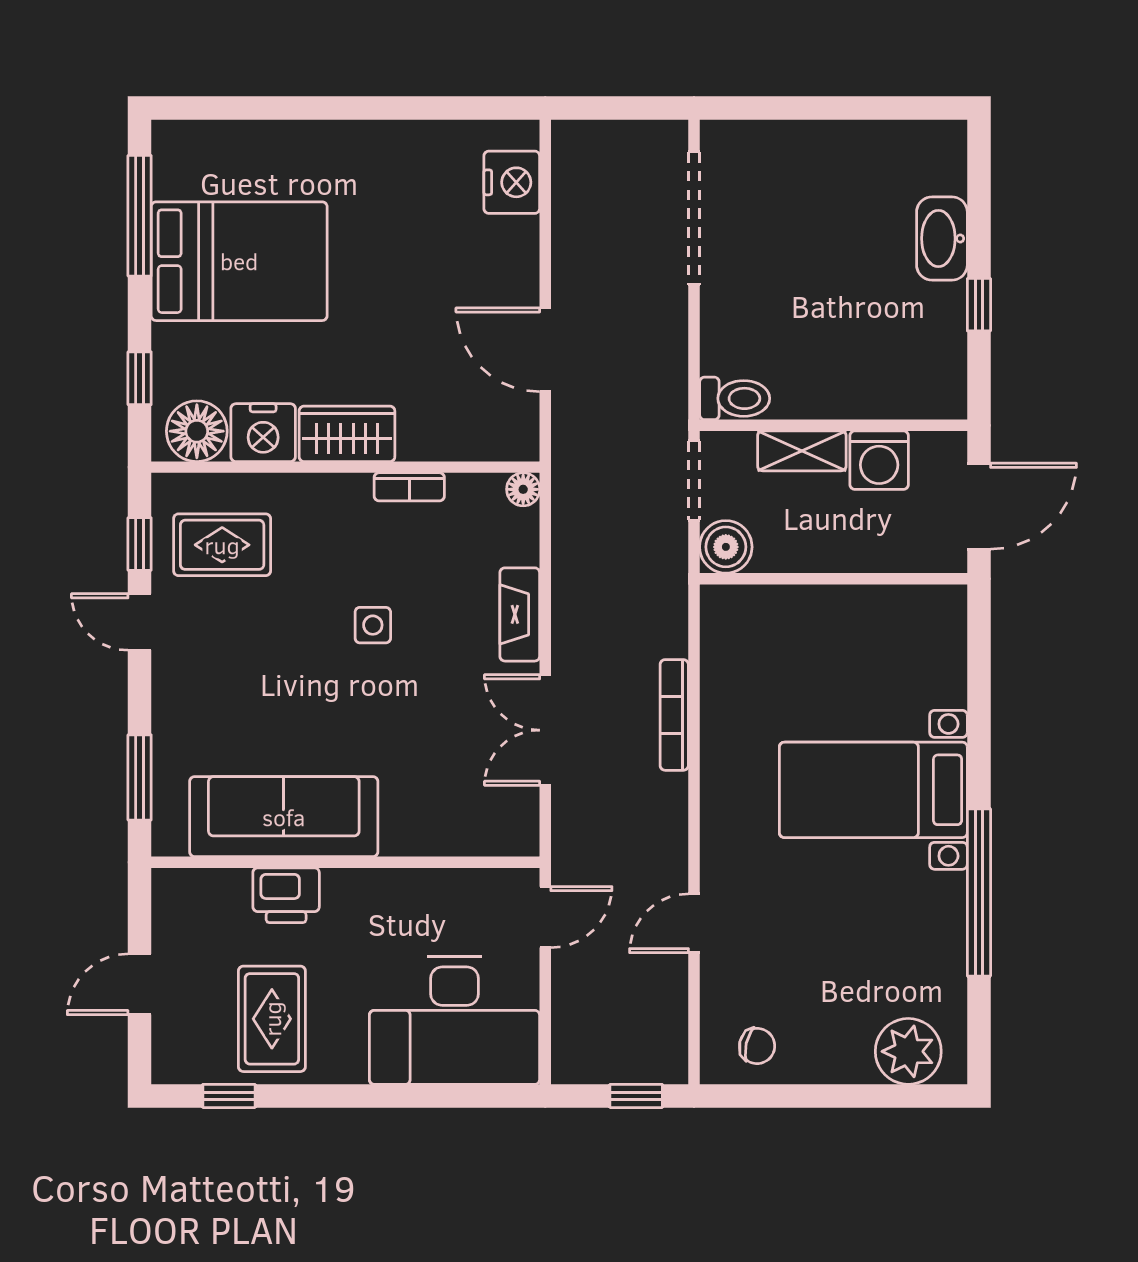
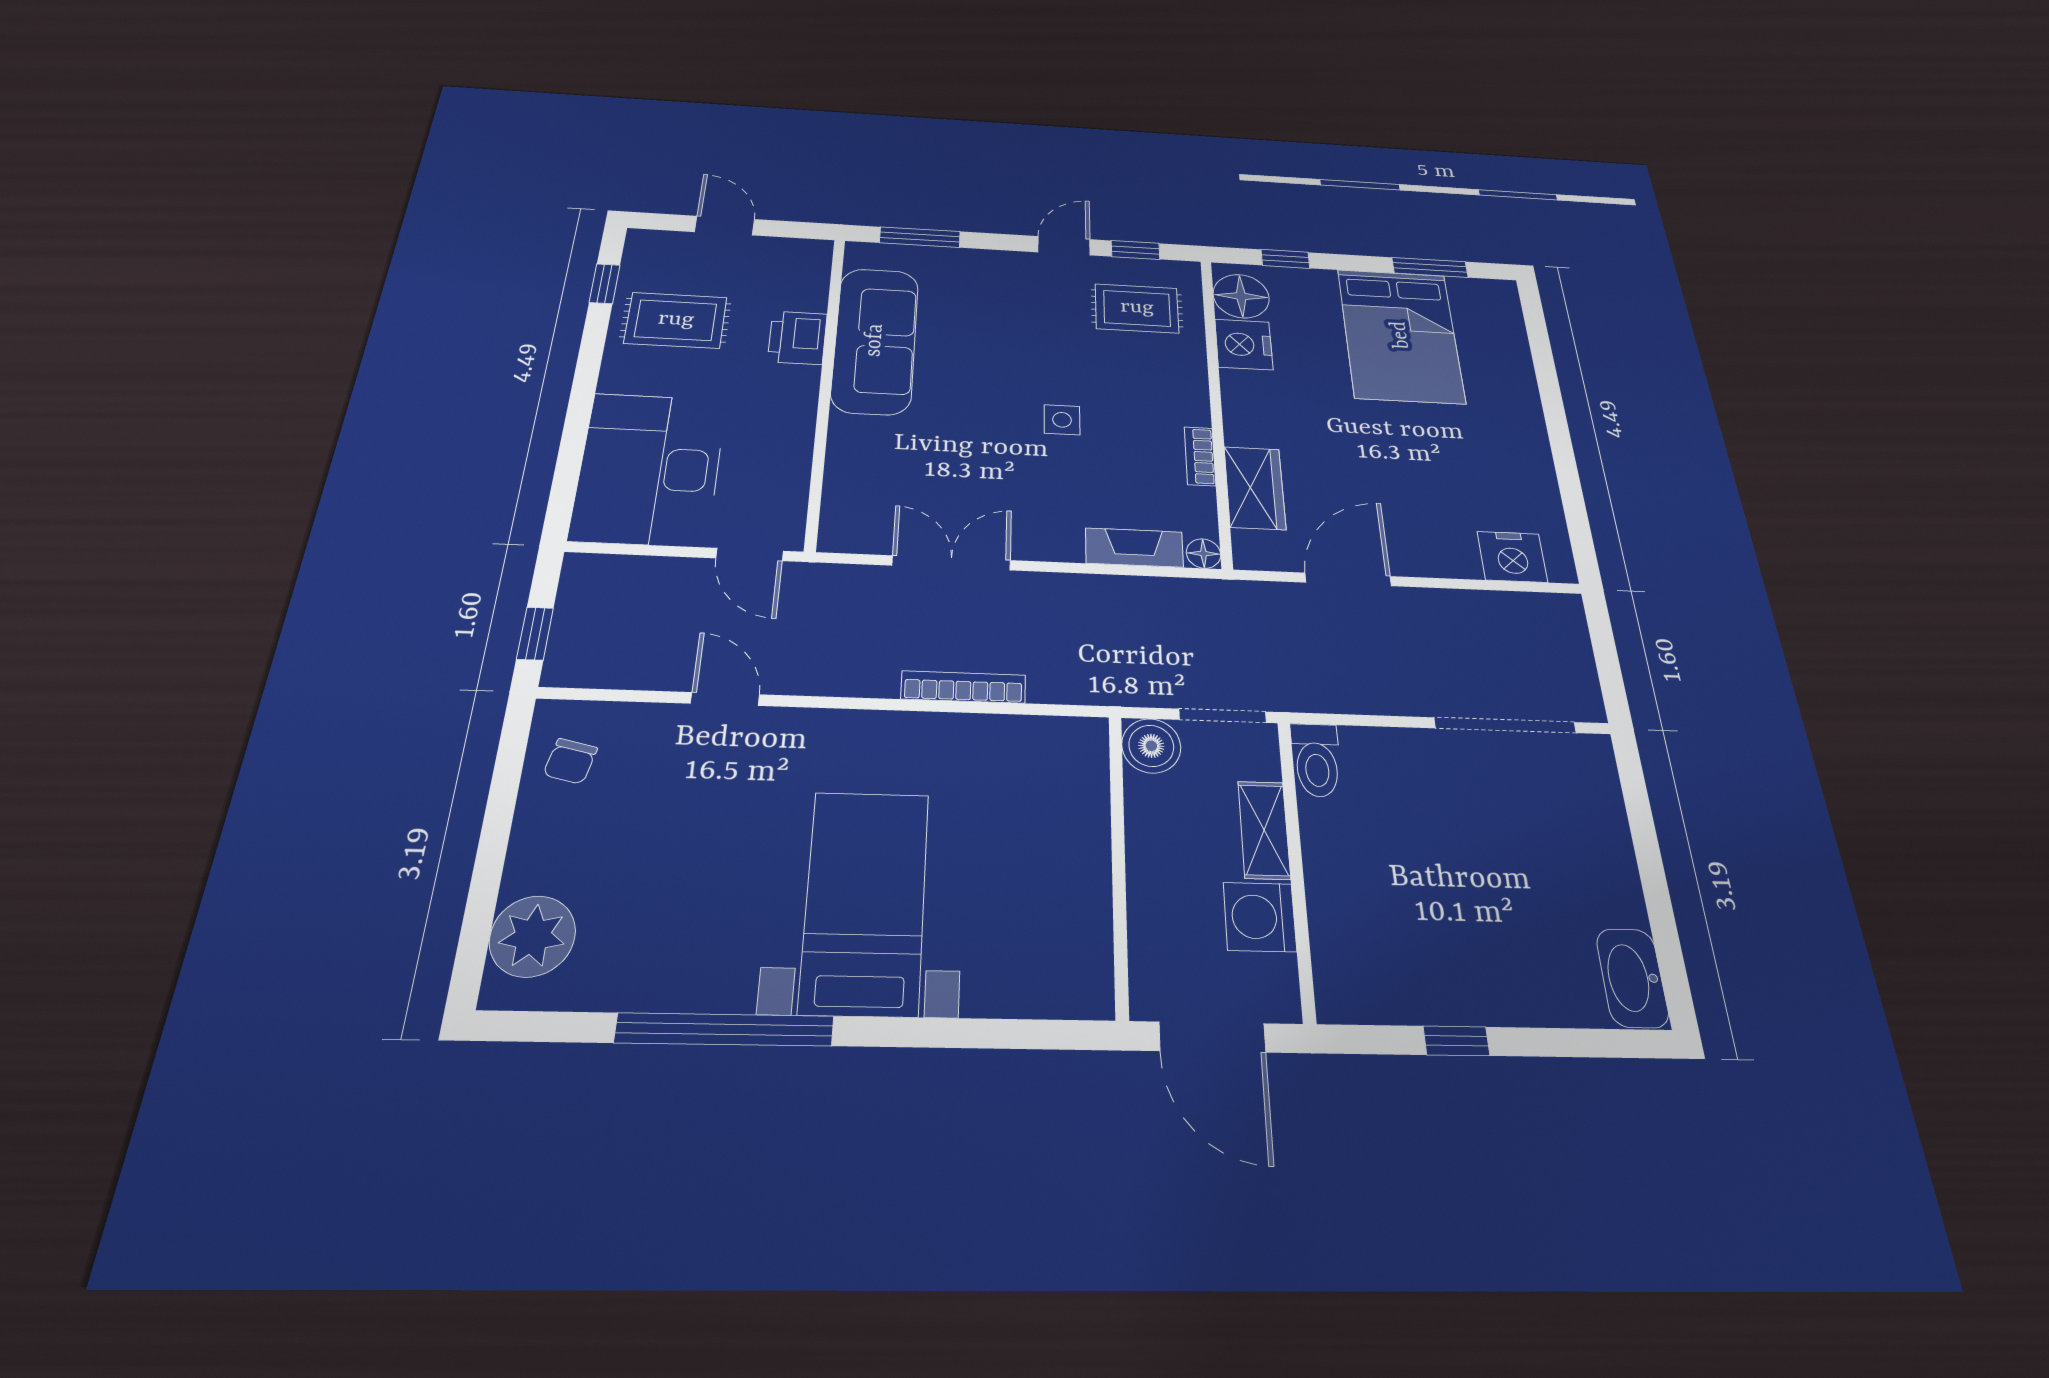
window: (140, 216) -> (1430, 267), width x0.69
washbasin: (942, 238) -> (1632, 978), moved, turned -90
wardrobe: (347, 434) -> (1255, 488), moved
rug: (222, 545) -> (1137, 308), turned 90
fireplace: (520, 614) -> (1134, 548), moved

